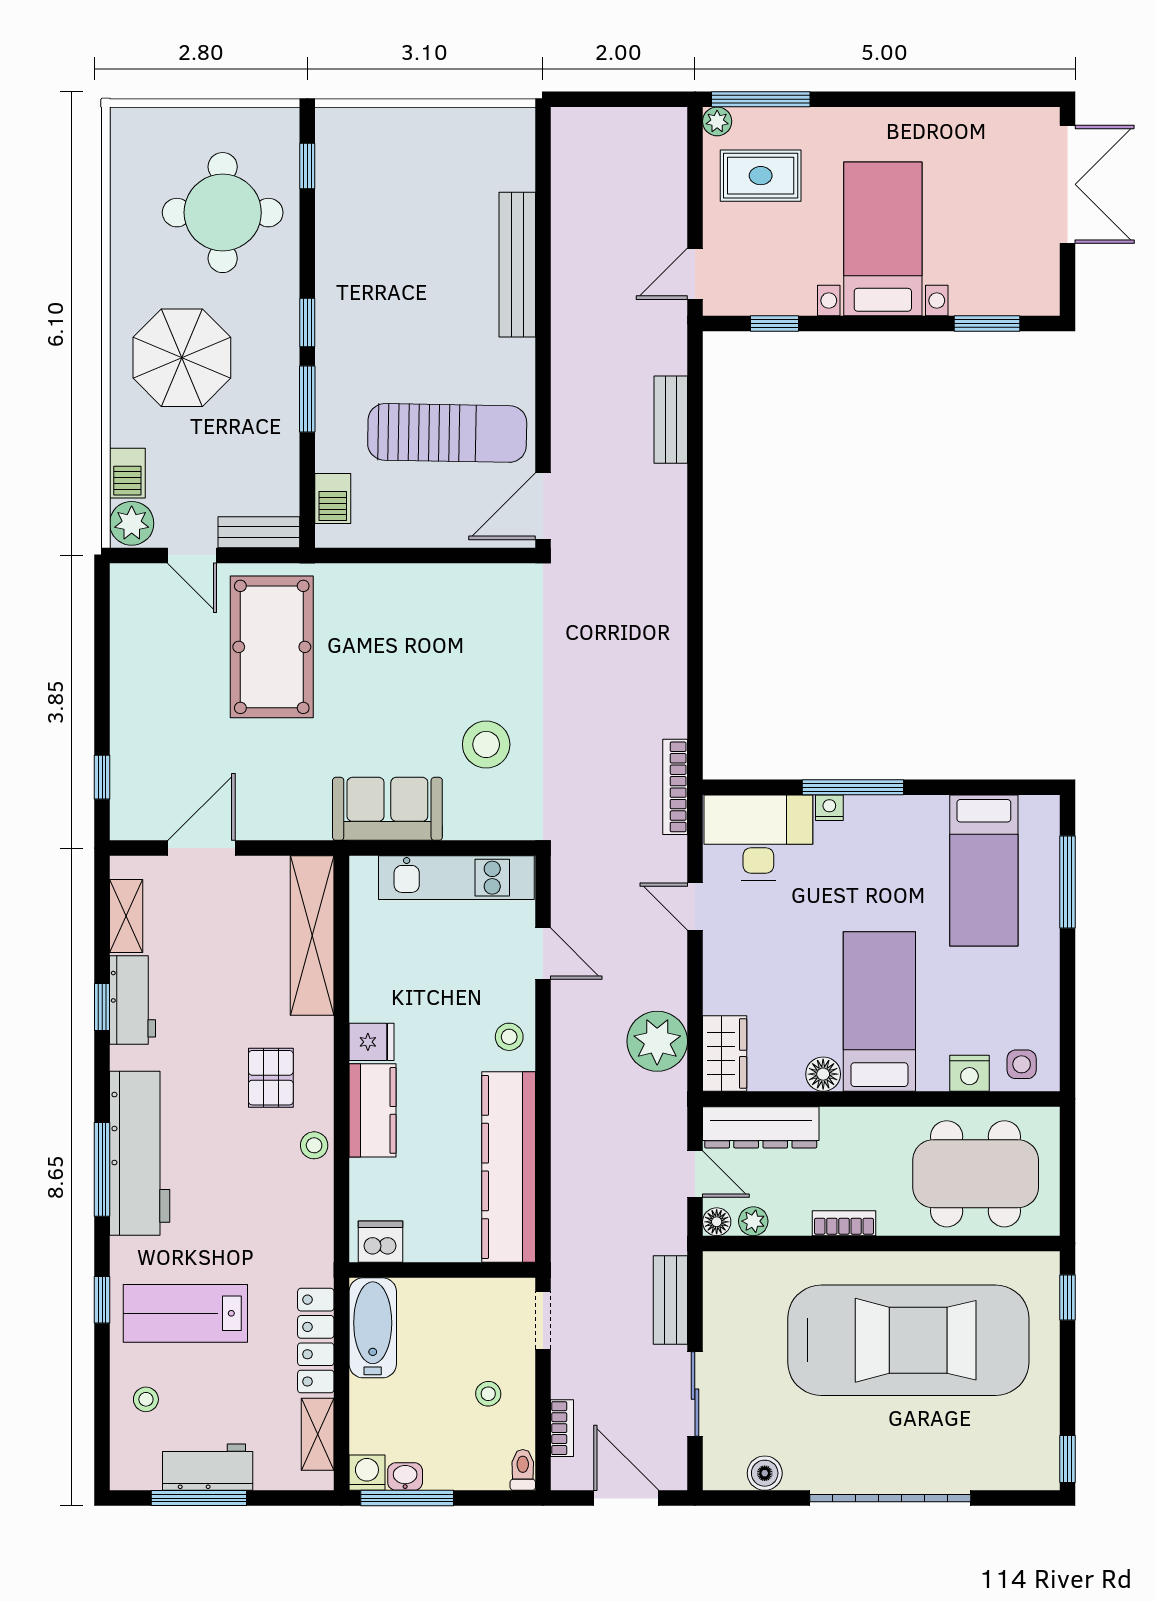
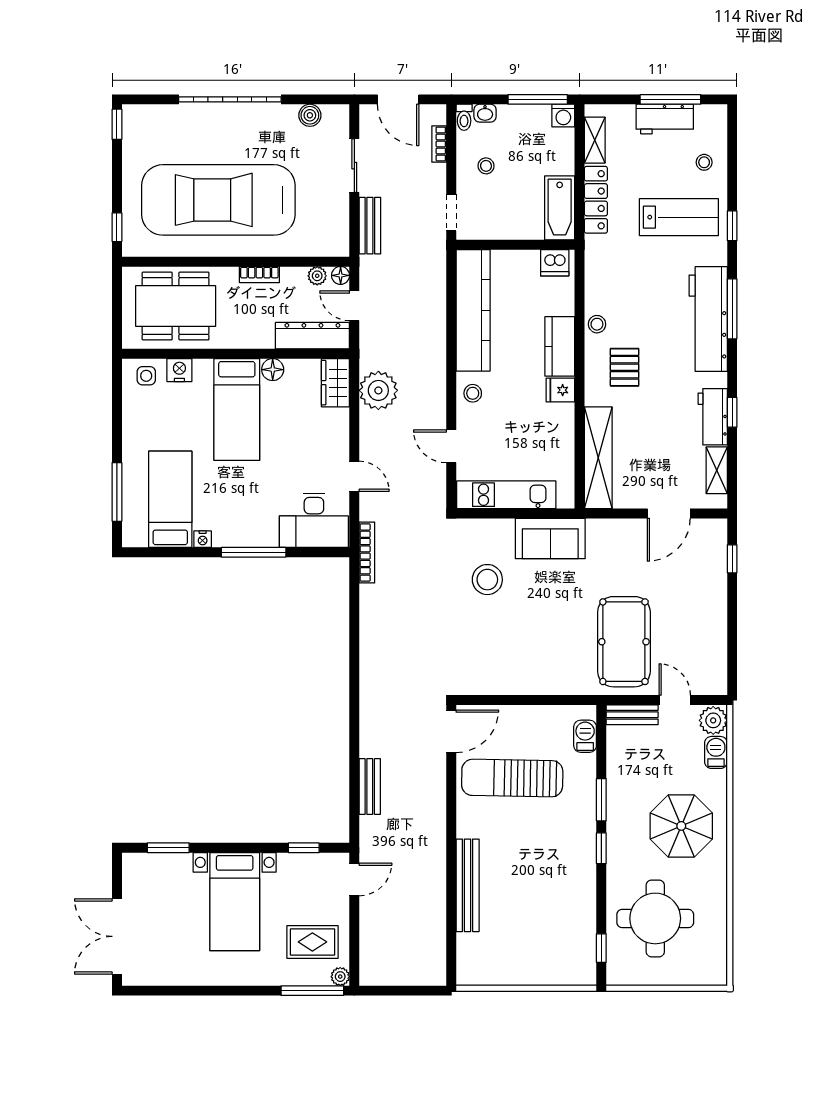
nightstand: (829, 808) -> (203, 539), moved
washbasin: (405, 1477) -> (485, 113), moved

